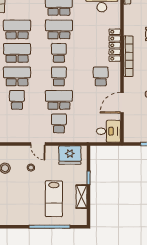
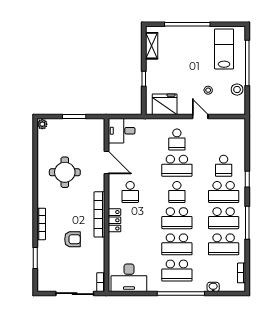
locker: (115, 45) -> (115, 220), width x0.66
school desk: (59, 53) -> (177, 218), width x1.85
door: (122, 103) -> (106, 163), hinge flipped
shelving: (81, 197) -> (152, 46), moved
lab bench: (54, 199) -> (224, 49), moved

